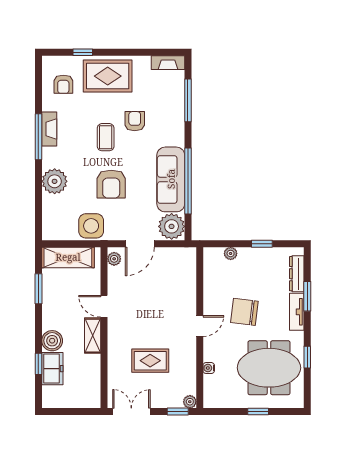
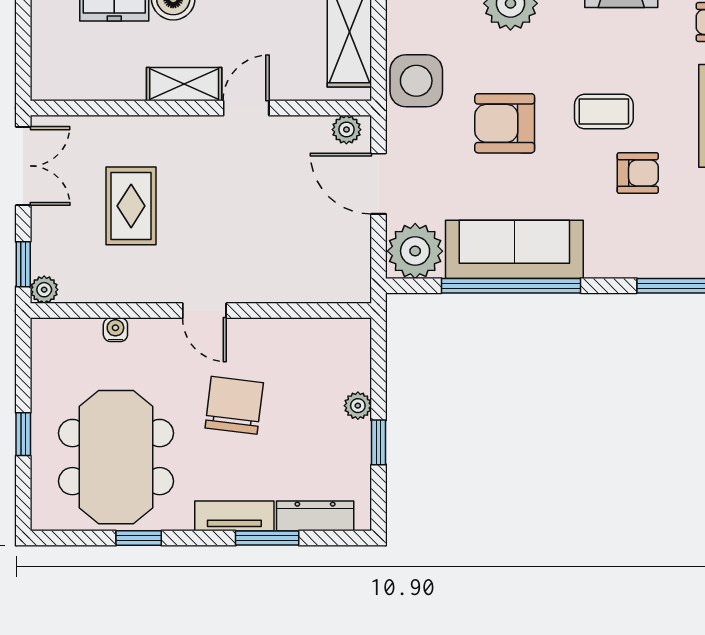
plant: (231, 253) -> (358, 406), moved

